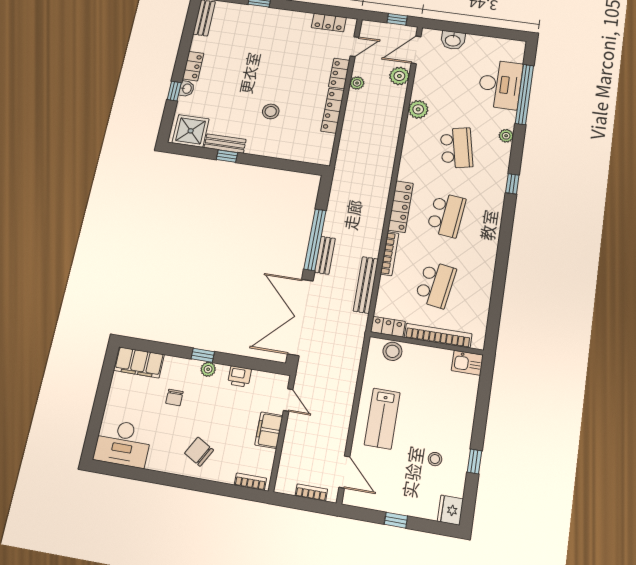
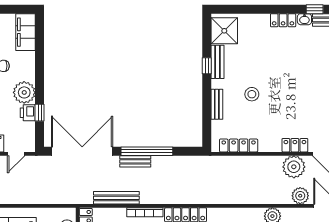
plant: (357, 83) -> (294, 167), width x1.88, depth x1.88
washbasin: (187, 89) -> (304, 19), moved
window: (174, 91) -> (315, 9), moved
locker: (333, 111) -> (239, 145), moved
bench: (275, 152) -> (217, 104), added
window: (203, 355) -> (40, 113), moved
plant: (208, 369) -> (24, 92), width x1.88, depth x1.88

